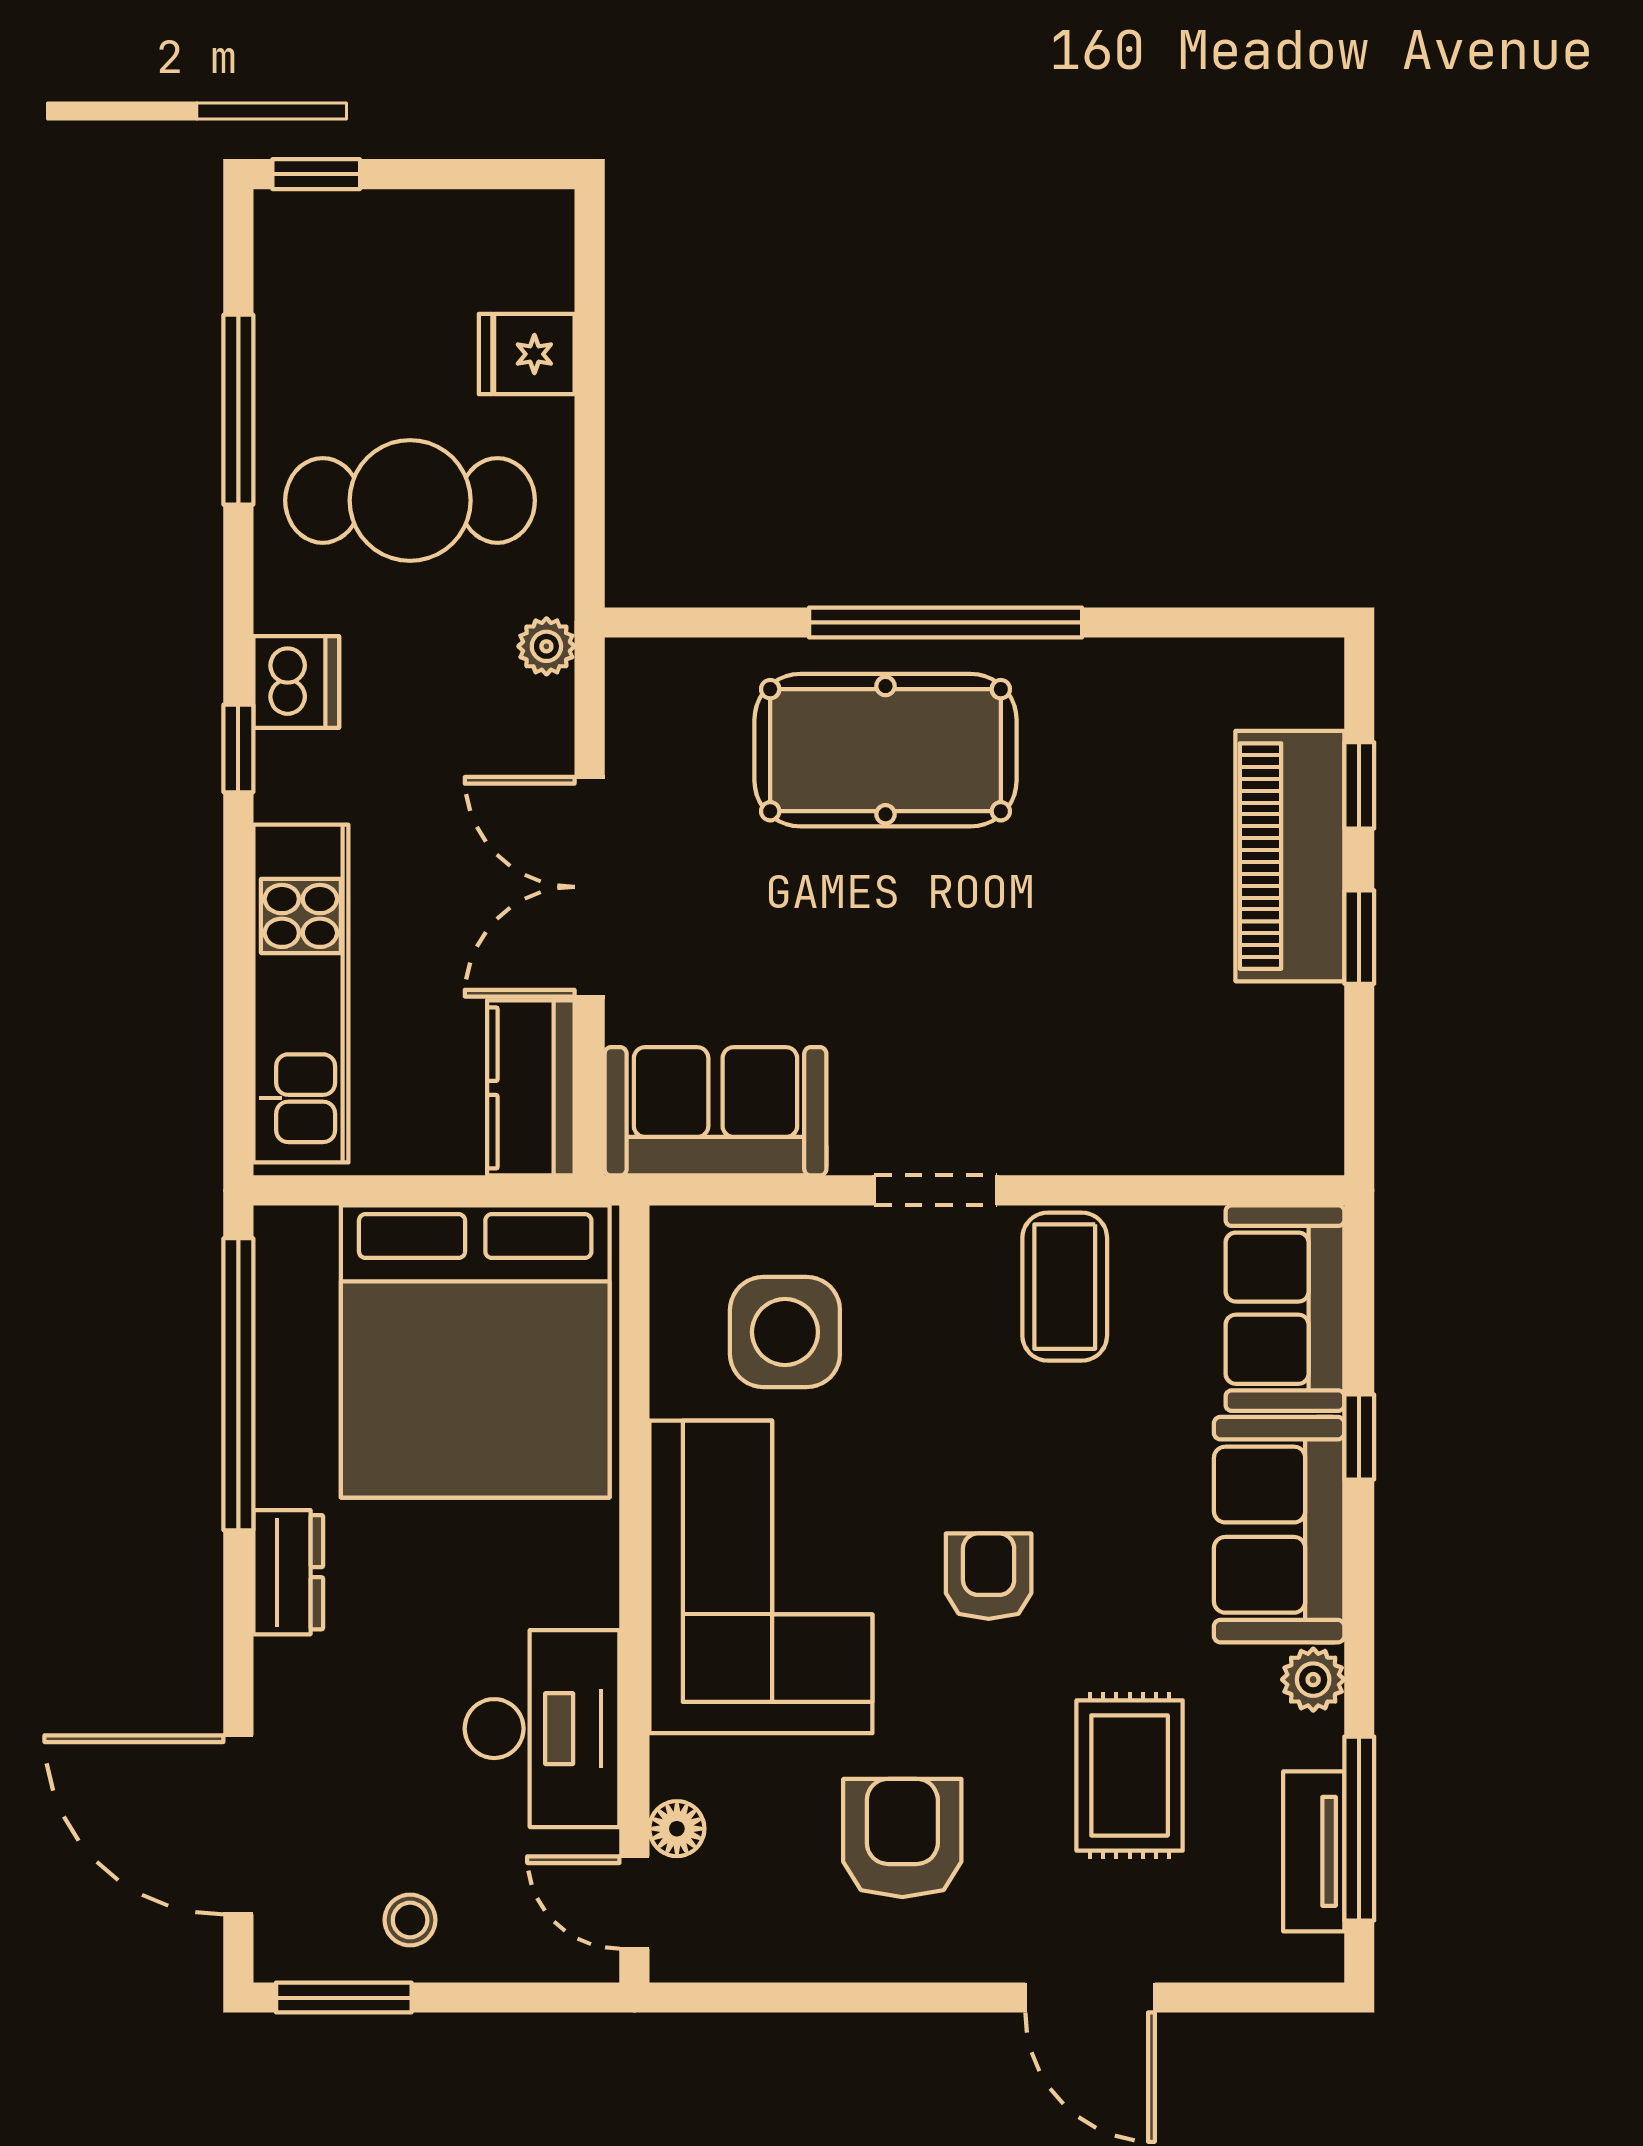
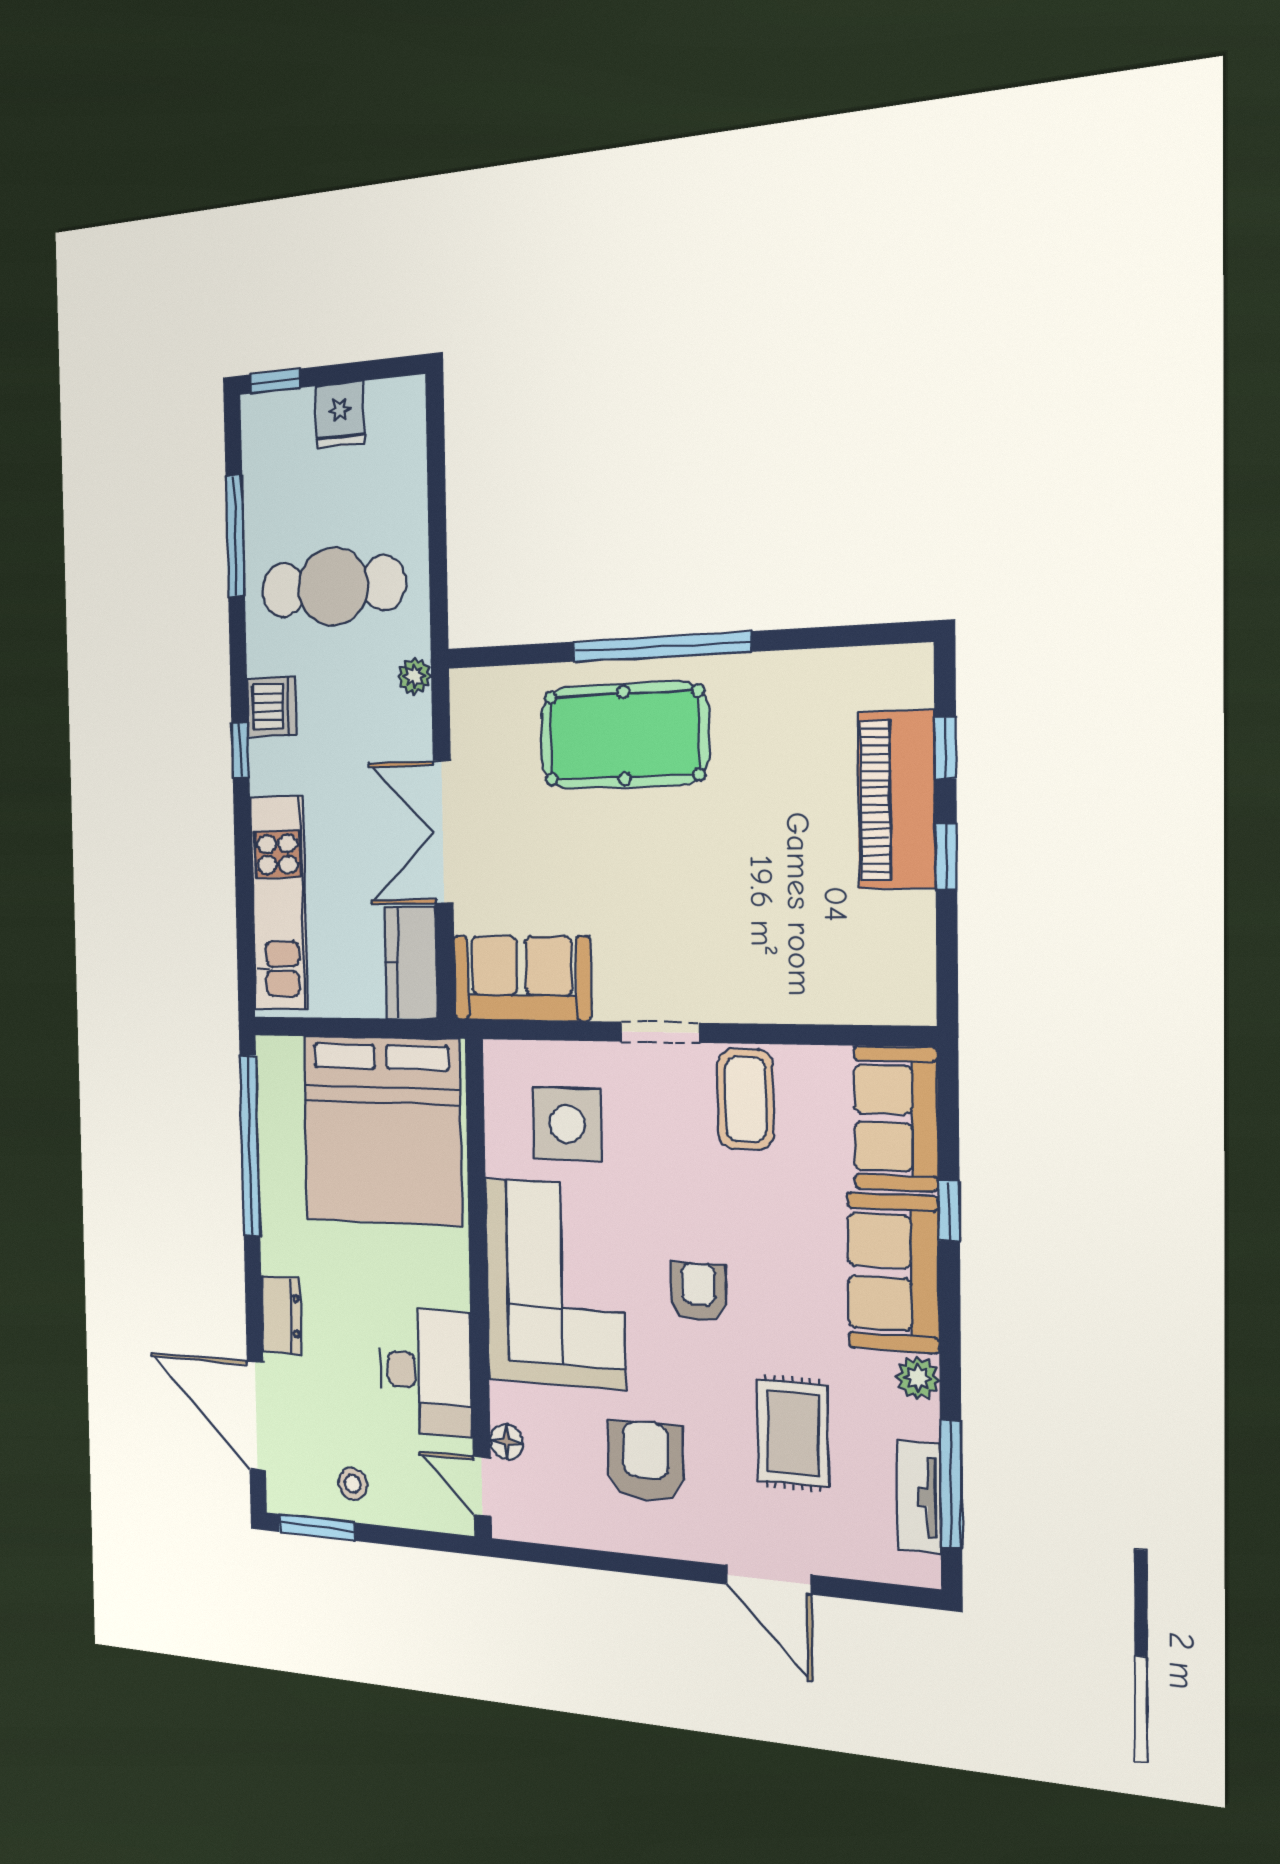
fridge: (527, 354) -> (340, 415), moved, turned -90
dresser: (288, 1572) -> (281, 1315), moved

